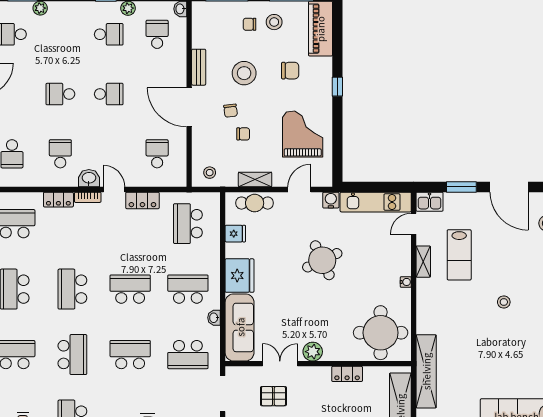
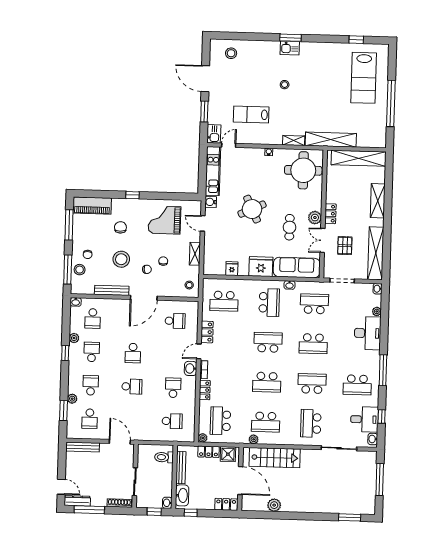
stool: (274, 22) -> (80, 270), moved
school desk: (60, 34) -> (91, 385), added
school desk: (157, 34) -> (93, 318), turned -90
bench: (199, 67) -> (112, 290), width x1.36
school desk: (60, 94) -> (132, 387), turned -90
school desk: (109, 94) -> (133, 353), turned 180
school desk: (60, 154) -> (173, 388), turned 90
school desk: (157, 154) -> (175, 321), turned 180
door: (509, 187) -> (205, 79), swing flipped
cafe table: (255, 203) -> (290, 227), moved
door: (414, 224) -> (229, 145), swing flipped
lab bench: (459, 255) -> (251, 114), turned 180
shelving: (423, 262) -> (294, 141), moved
school desk: (130, 289) -> (268, 342), turned 90
school desk: (188, 289) -> (269, 302), turned 180
school desk: (130, 355) -> (313, 344), turned -90
school desk: (188, 355) -> (314, 304), turned -90
locker: (347, 374) -> (330, 214), moved

